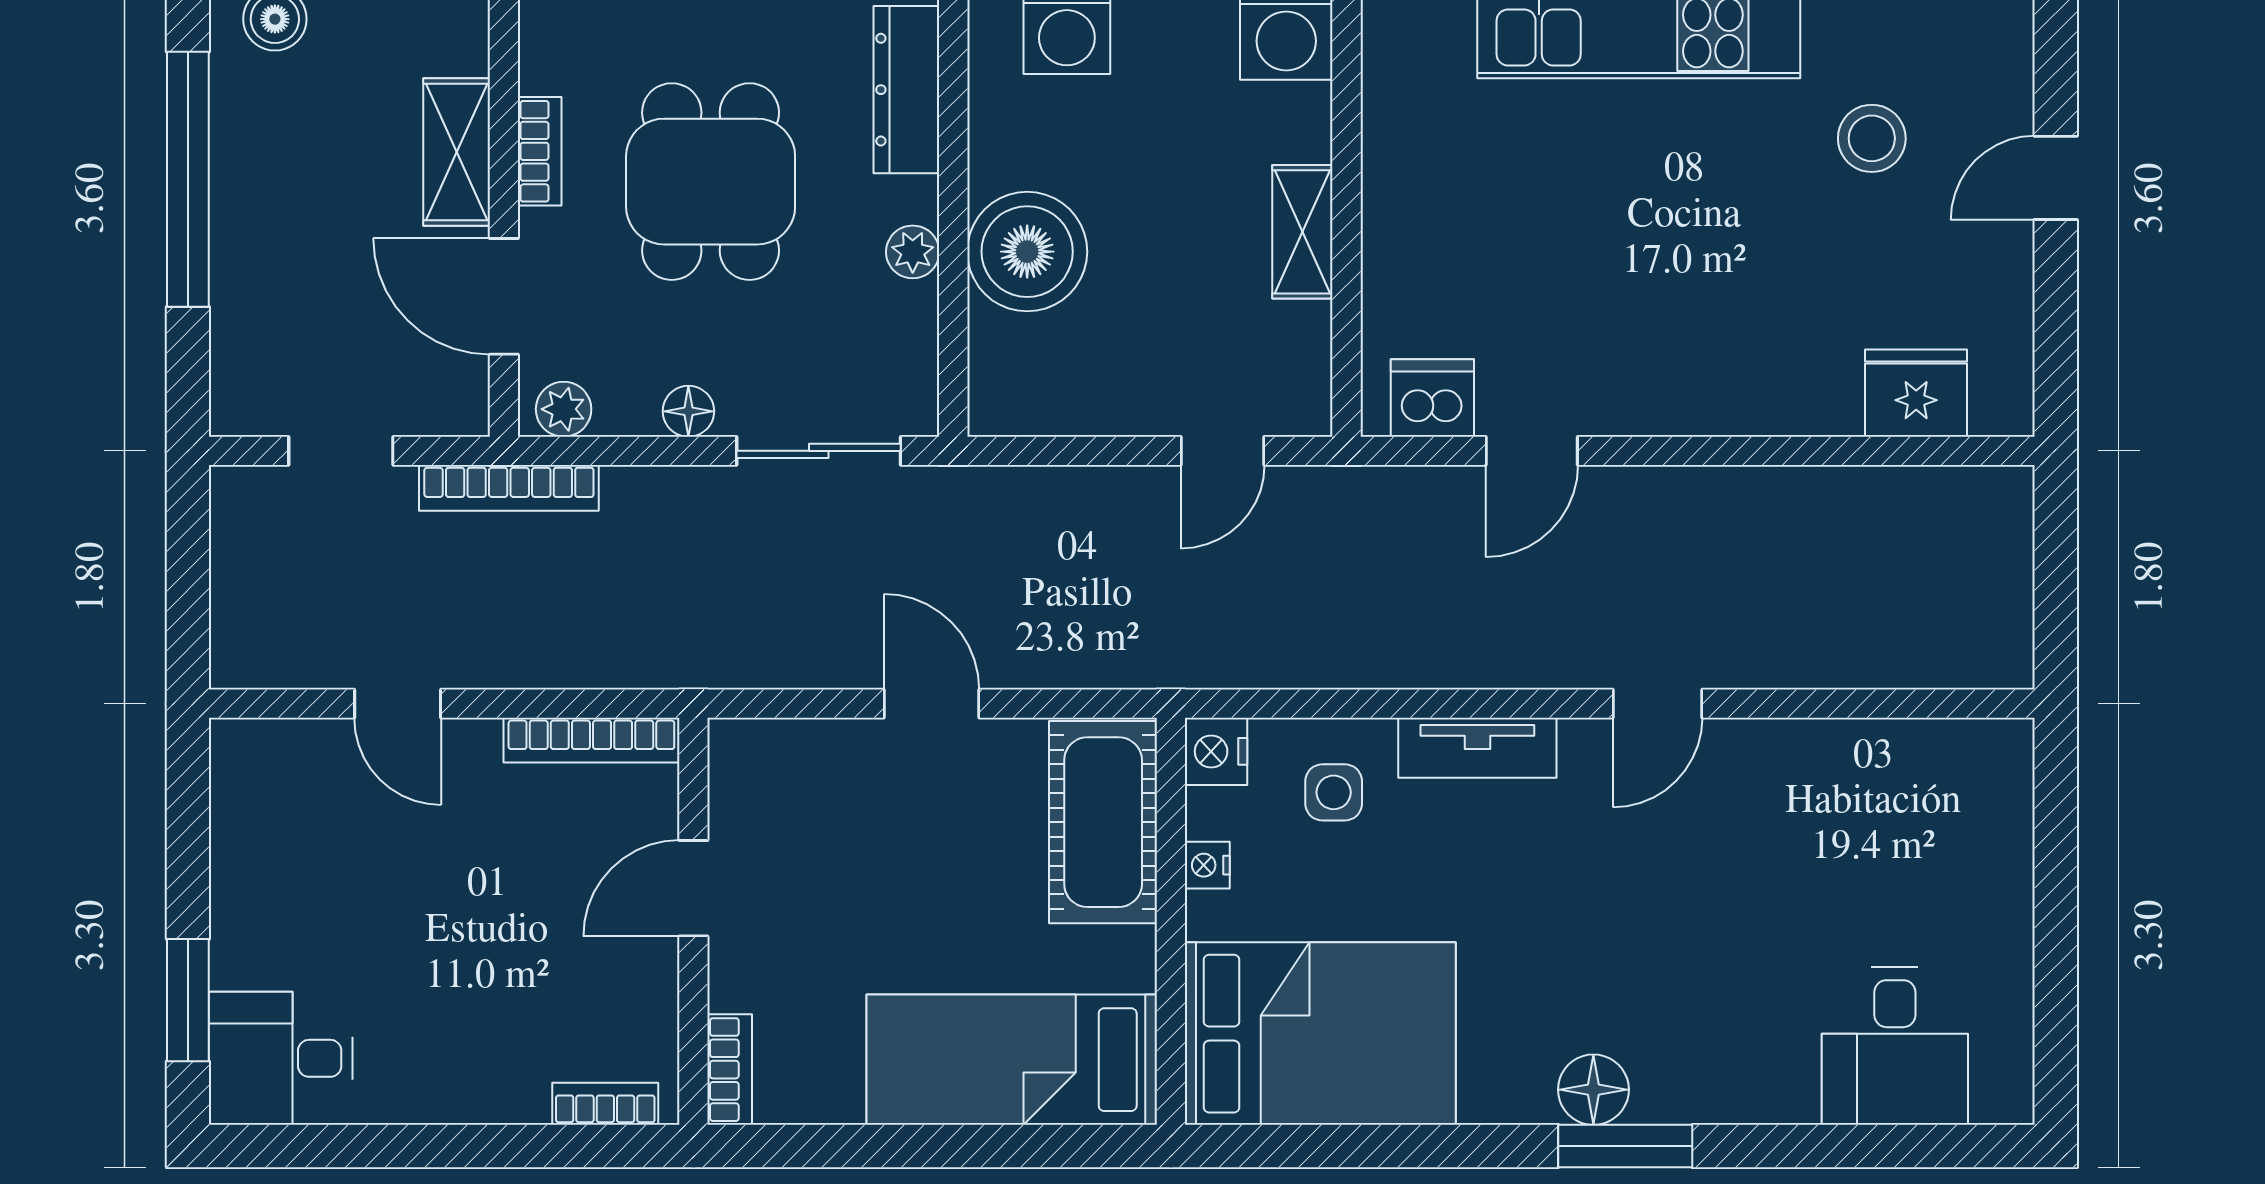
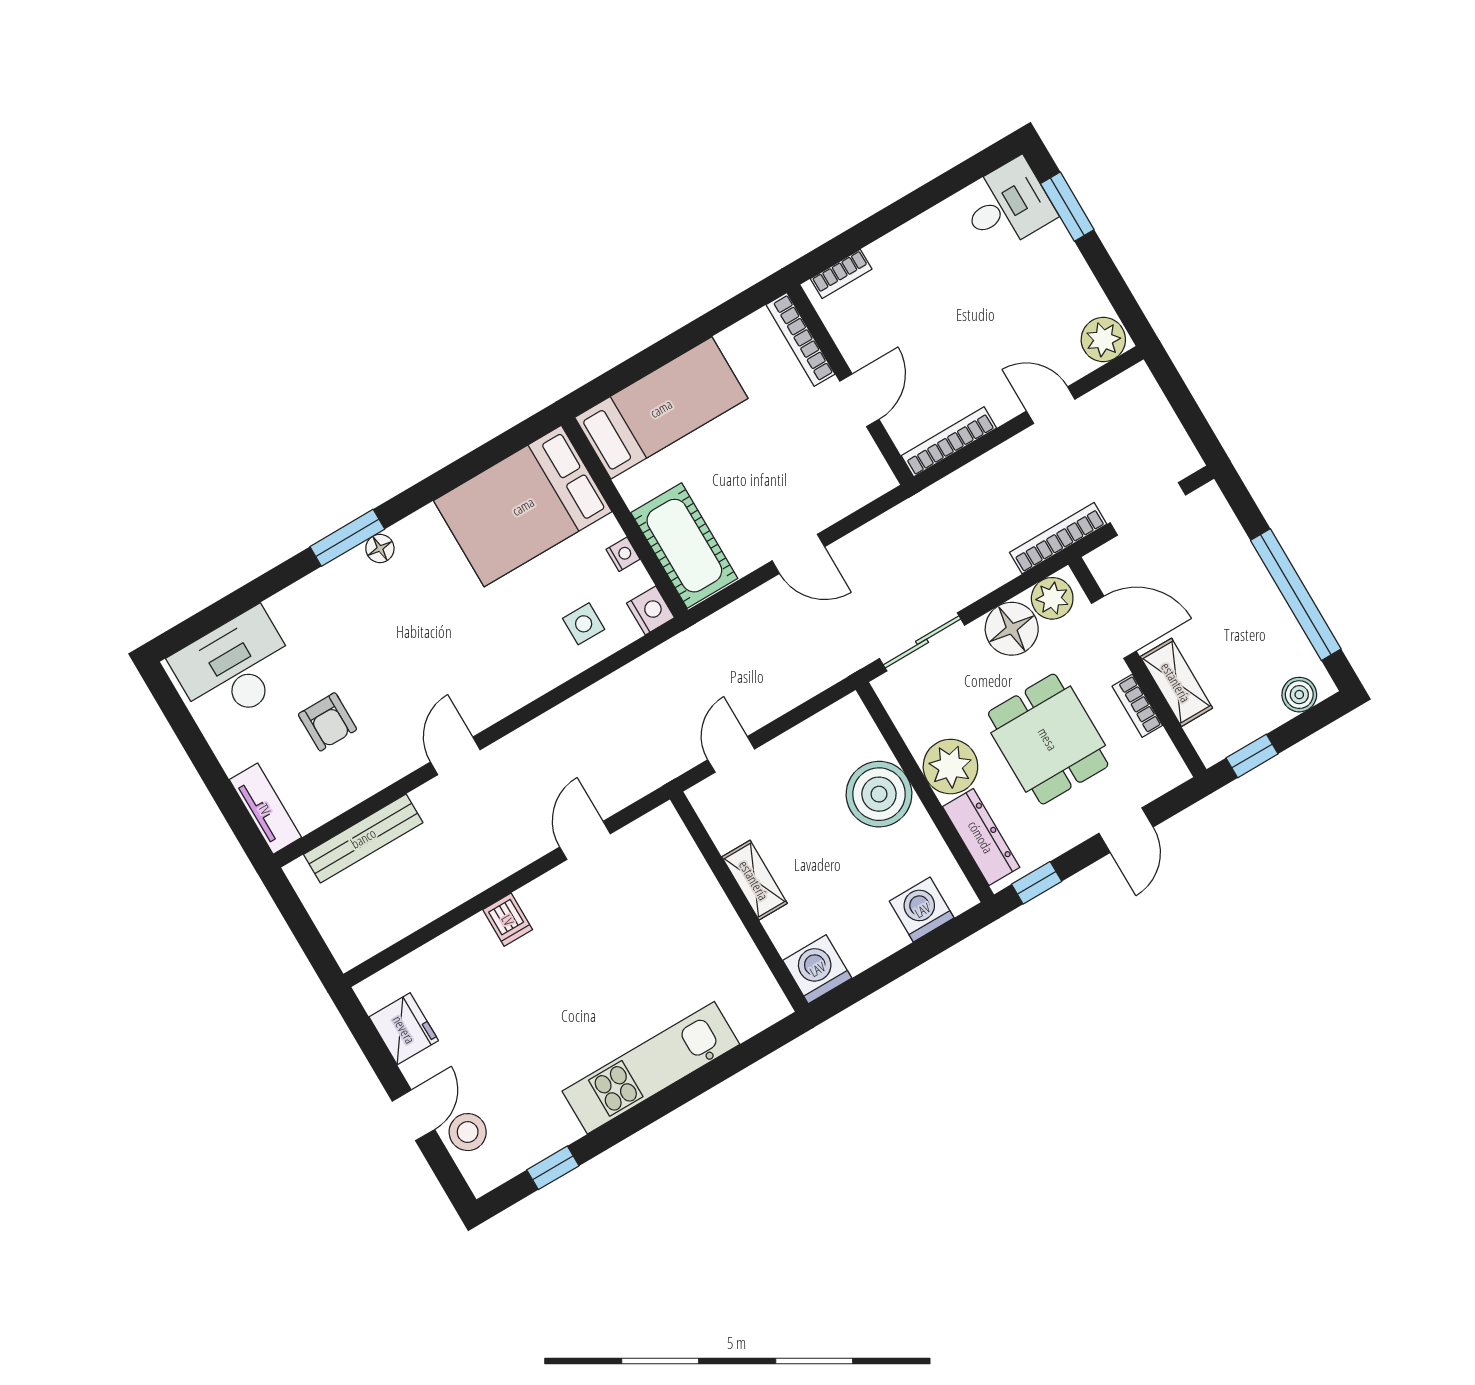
stool: (1872, 138) -> (468, 1132), moved
plant: (913, 252) -> (950, 767), width x1.88, depth x1.88
fridge: (1916, 393) -> (404, 1029), moved, turned -90
dishwasher: (1432, 398) -> (508, 920), moved, width x0.73
plant: (564, 409) -> (1052, 598), width x1.38, depth x1.38
floor lamp: (688, 411) -> (1012, 629), width x1.89, depth x1.89
doorway: (341, 451) -> (1148, 509), width x1.38
bench: (1878, 659) -> (363, 838), added
tv unit: (1477, 748) -> (265, 809), moved, turned 90
plant: (254, 758) -> (1103, 340), added
armchair: (1827, 875) -> (327, 722), added
desk: (1895, 1046) -> (235, 668), width x1.37
bookcase: (730, 1070) -> (801, 339), width x1.56
floor lamp: (1593, 1090) -> (380, 548), width x0.73, depth x0.73

